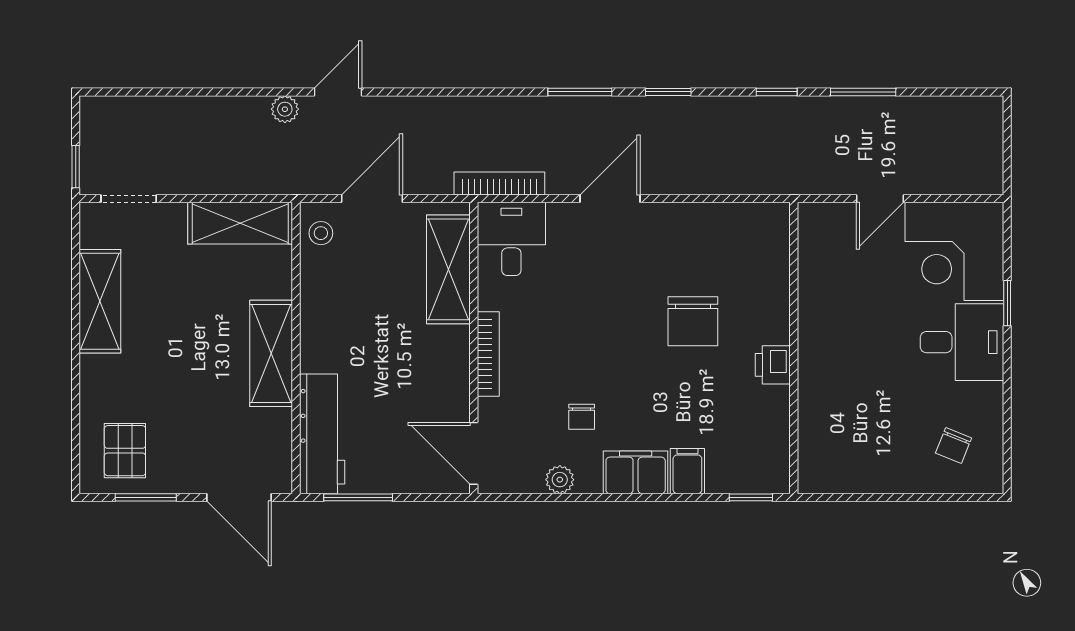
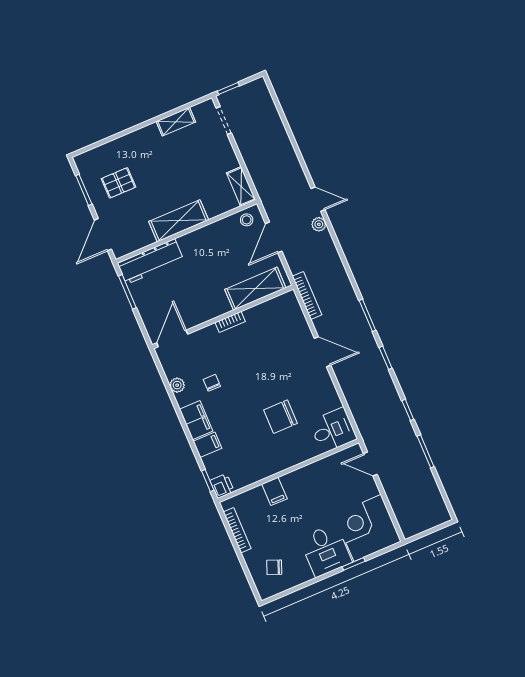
plant: (285, 109) -> (319, 224), moved
door: (372, 199) -> (274, 237), swing flipped
door: (880, 199) -> (370, 464), moved
shelving: (240, 223) -> (241, 186), width x0.67, depth x0.75
desk: (511, 239) -> (333, 430), moved
shelving: (100, 301) -> (176, 122), width x0.67, depth x0.75
bookcase: (488, 354) -> (230, 322), width x0.64
printer: (773, 365) -> (222, 486), moved, turned 90
filing cabinet: (820, 388) -> (274, 491), added
chair: (582, 417) -> (212, 383), turned 90
pallet: (125, 451) -> (118, 183), moved
bookcase: (860, 483) -> (237, 530), added

